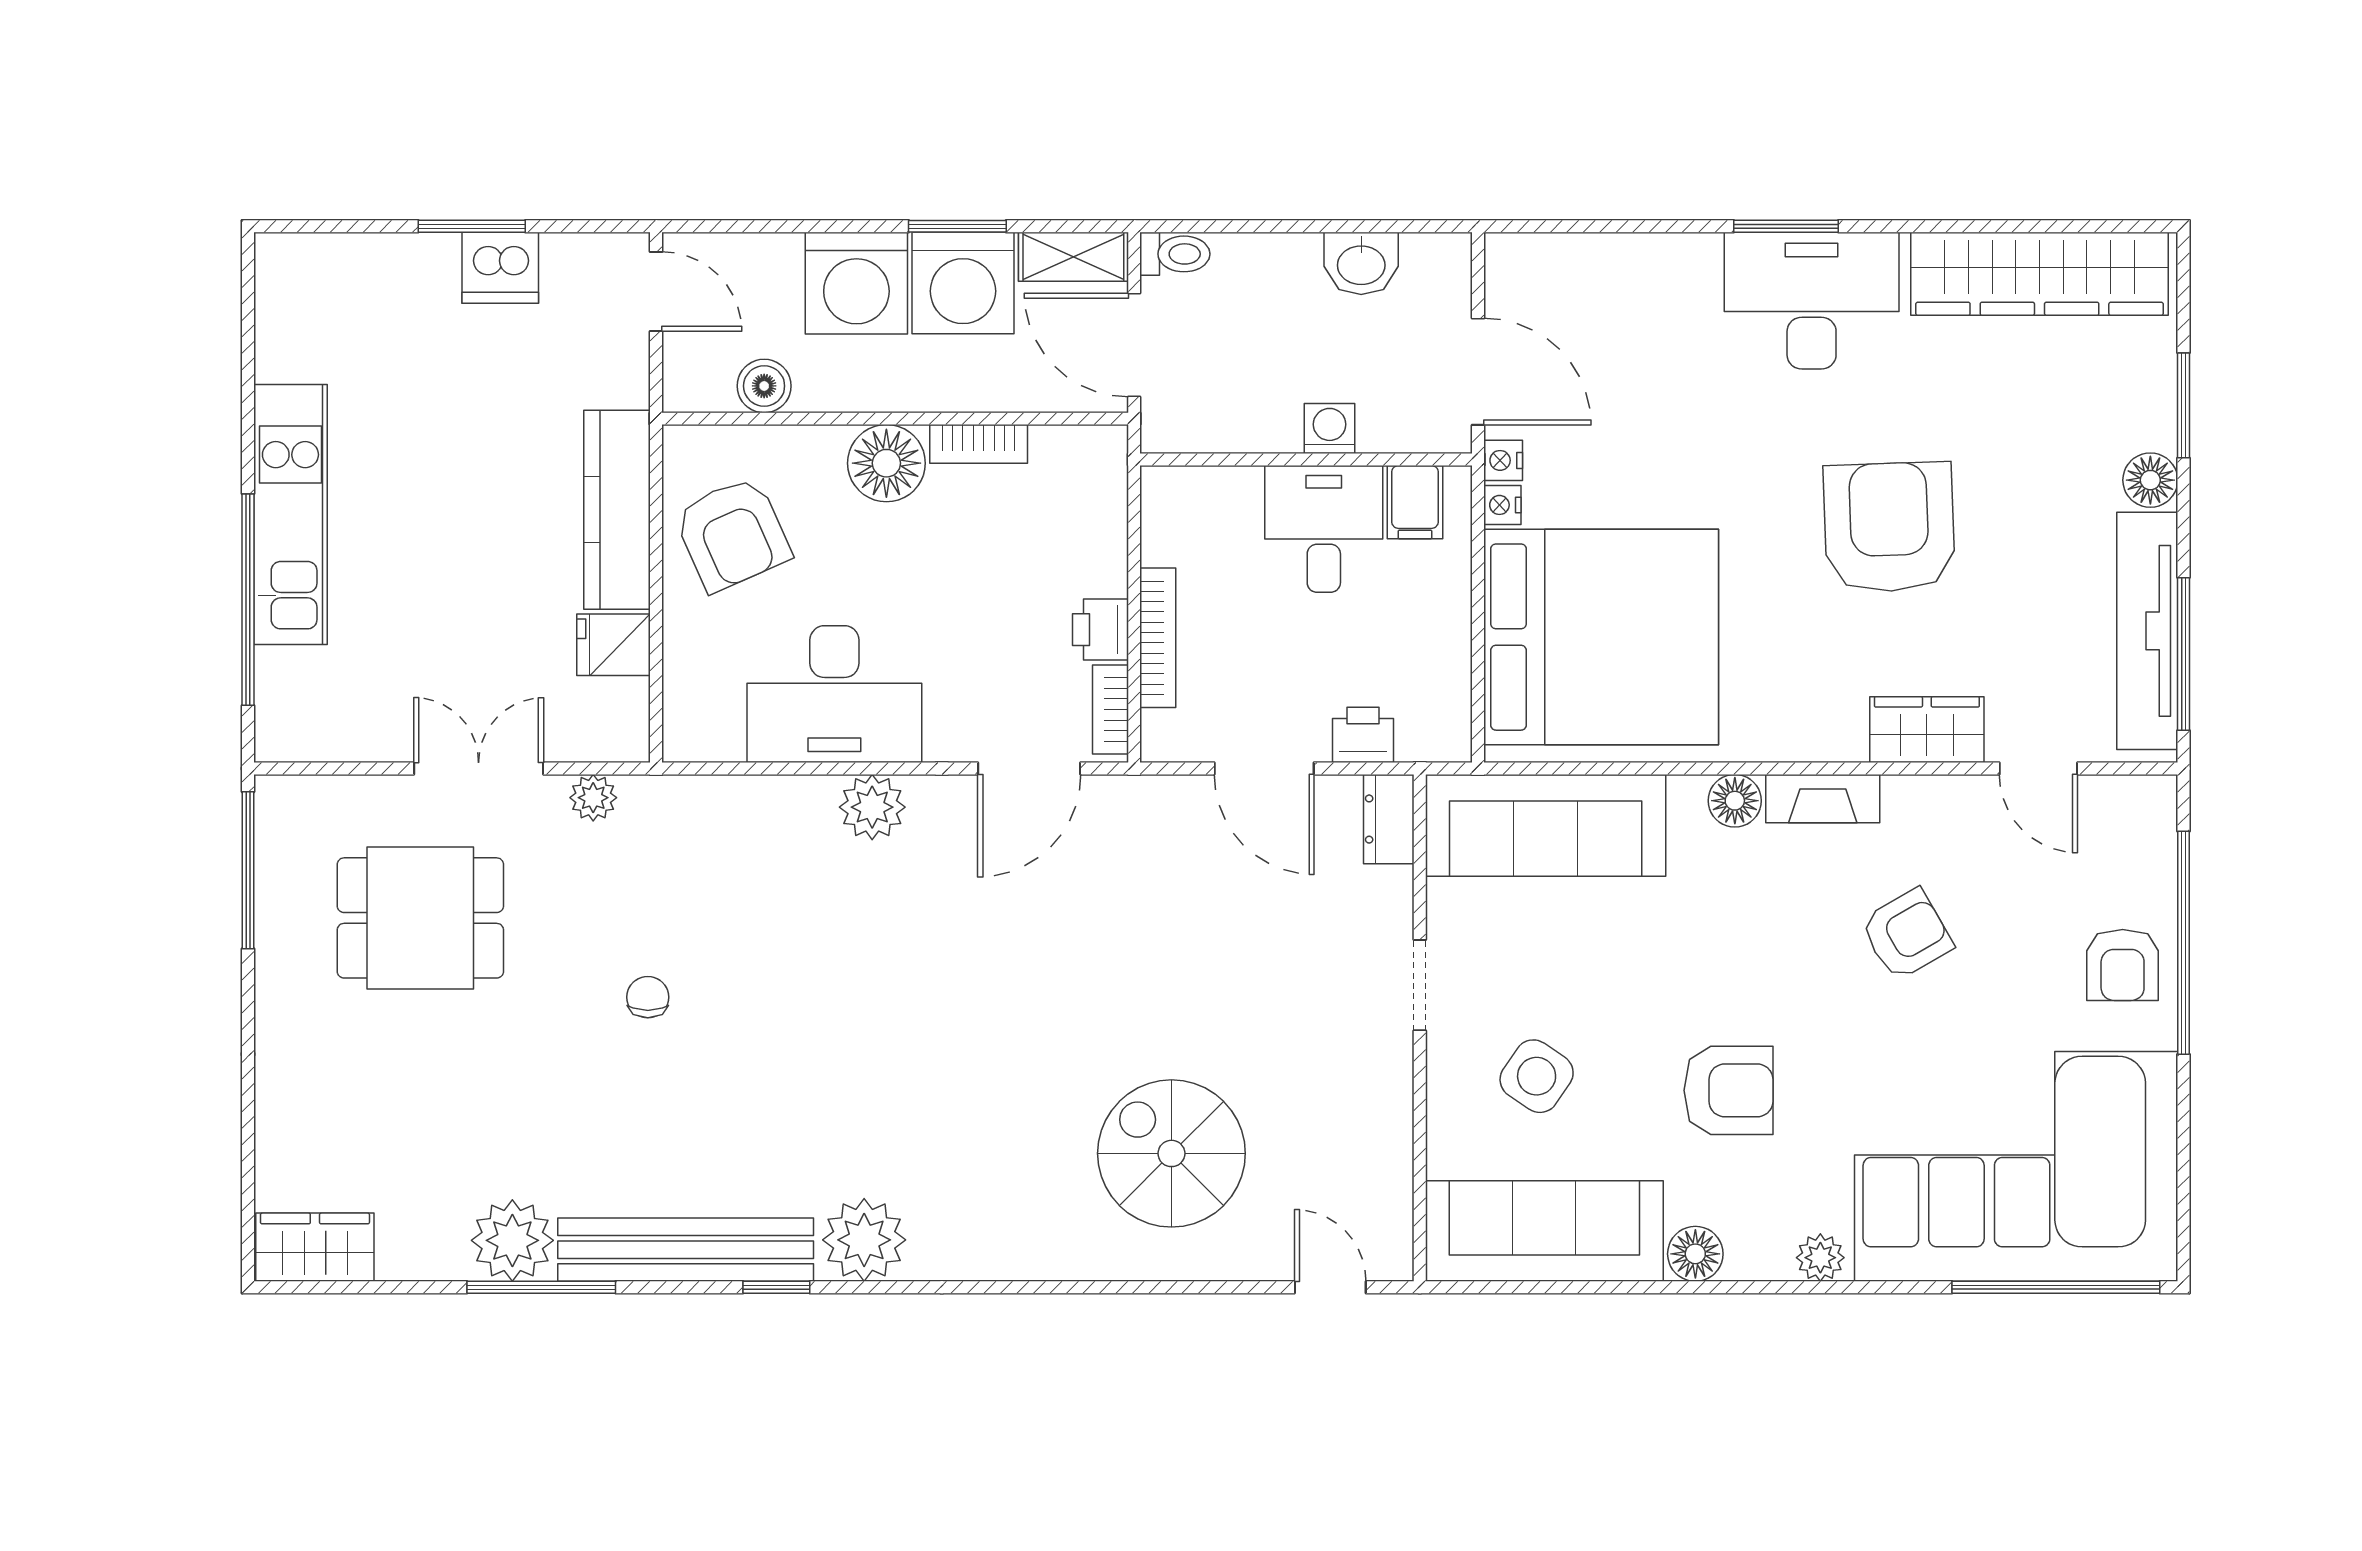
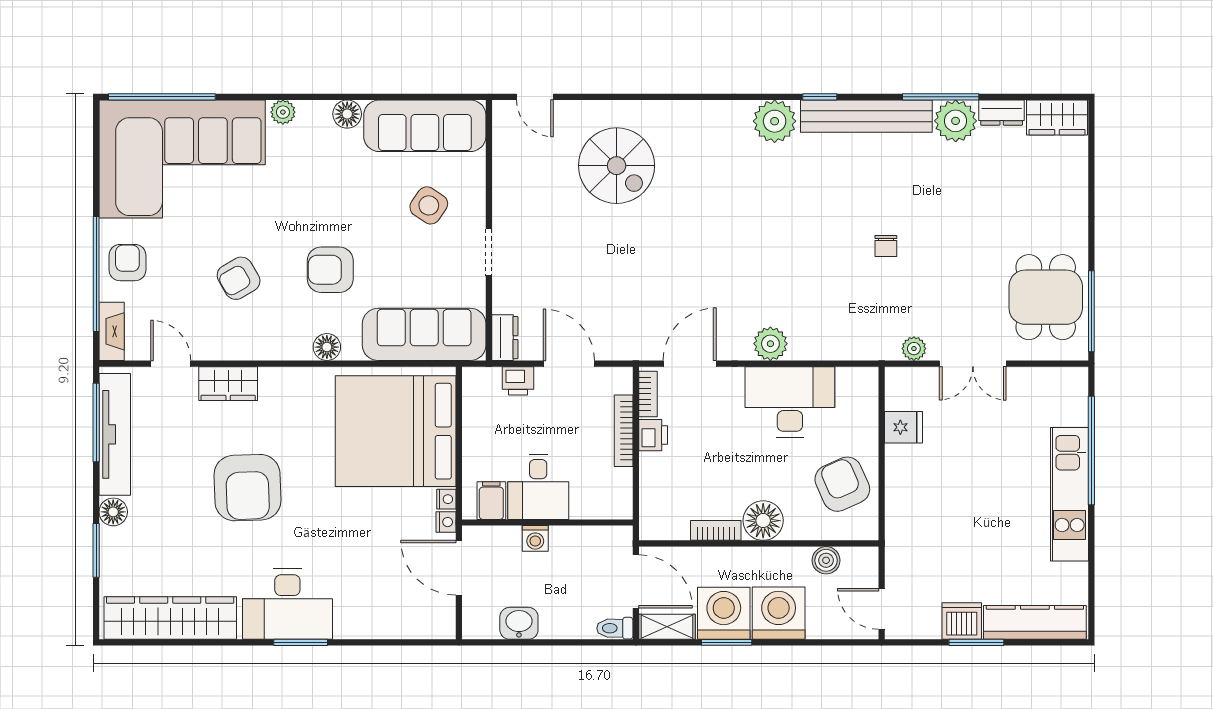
kitchen counter: (617, 510) -> (1035, 622), moved, turned -90
fireplace: (1823, 799) -> (112, 331), moved, turned 90
dining table: (420, 918) -> (1046, 297), moved, turned 90
armchair: (1729, 1090) -> (330, 270), moved
dresser: (423, 1257) -> (1002, 113), added

